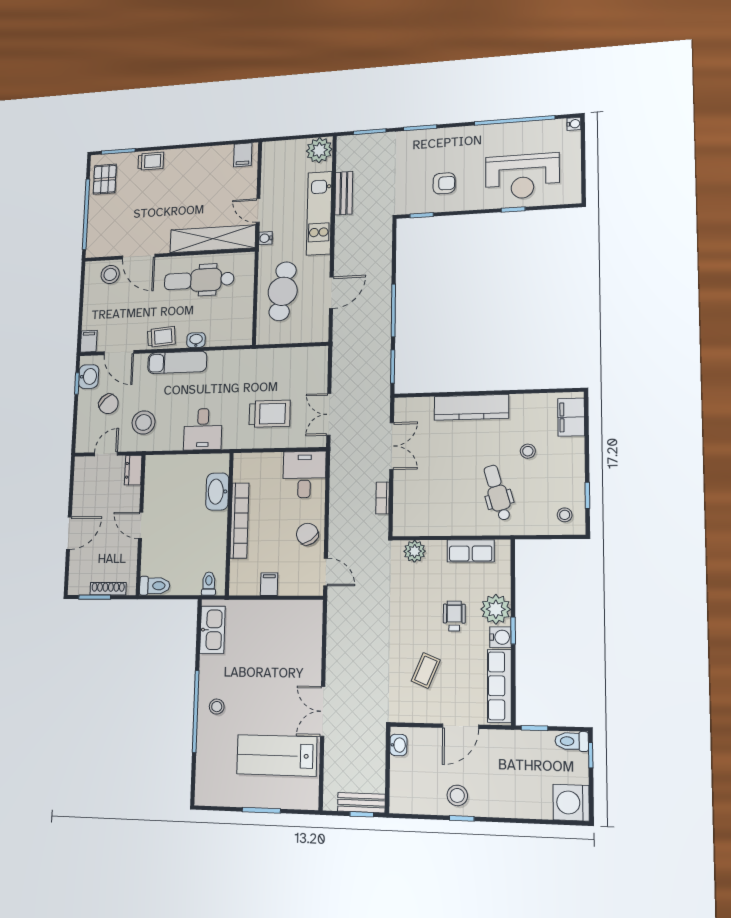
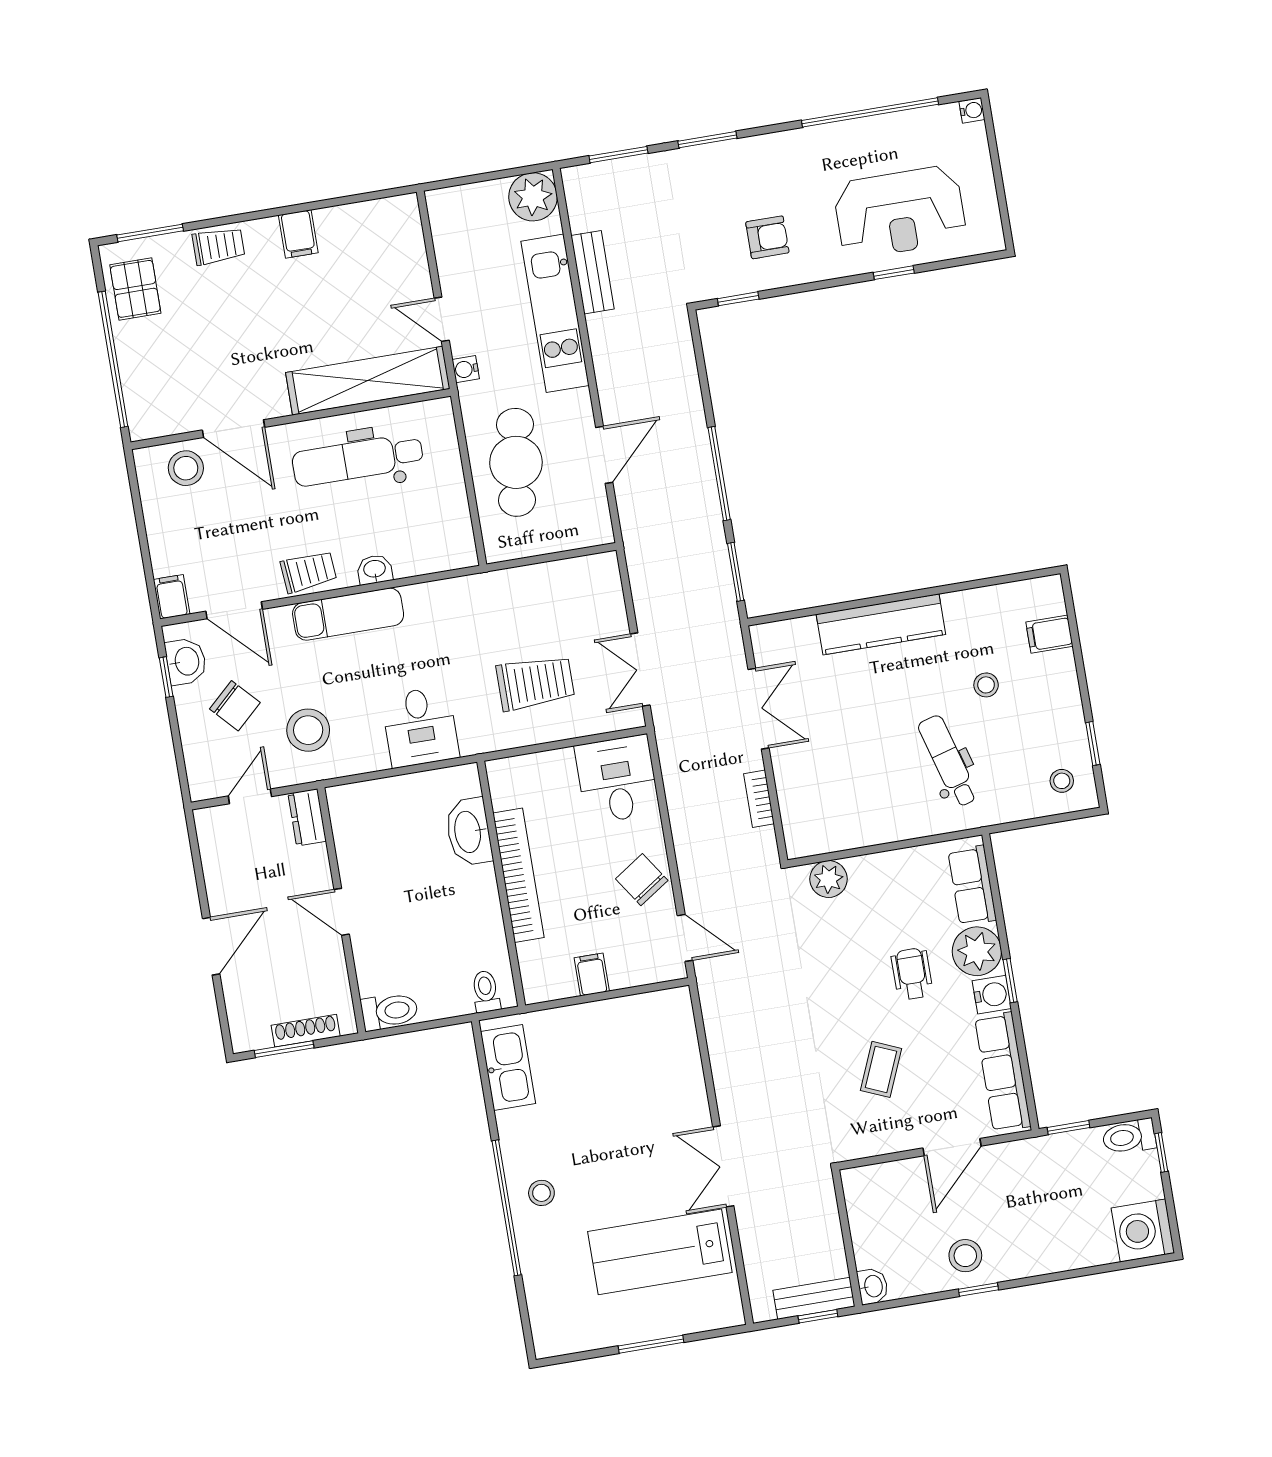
filing cabinet: (243, 155) -> (298, 234), moved
filing cabinet: (571, 417) -> (1049, 634), width x0.50
row of seats: (471, 551) -> (972, 885), moved, turned 90
washbasin: (398, 745) -> (873, 1286), moved

